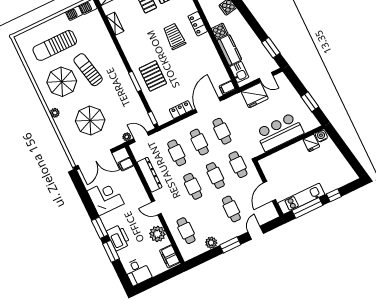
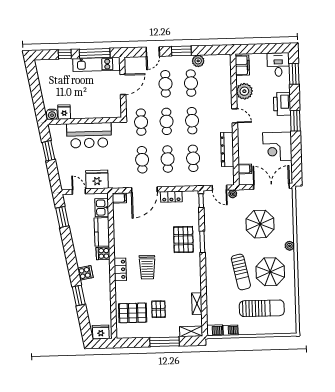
cafe table: (186, 231) -> (191, 83), moved
window: (111, 251) -> (294, 74), moved

